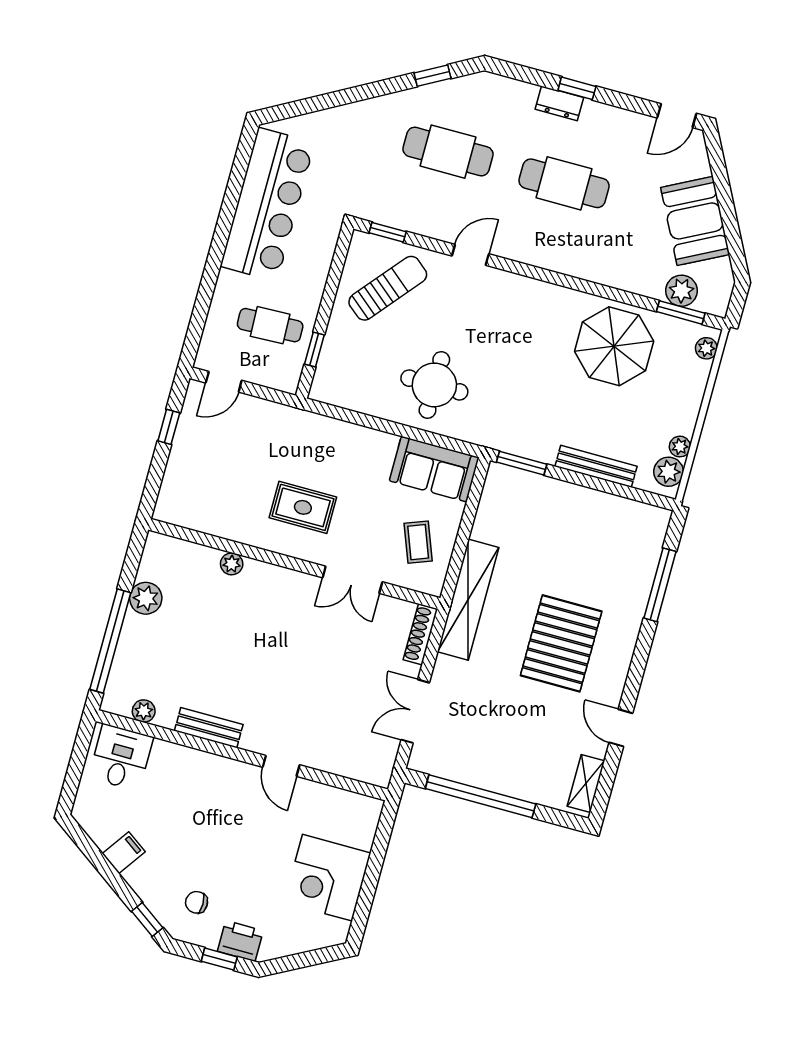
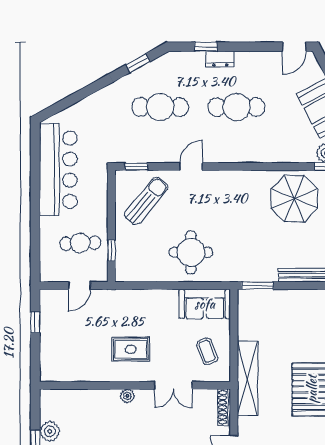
window: (577, 88) -> (206, 47), moved
door: (224, 382) -> (79, 286), moved
plant: (232, 564) -> (127, 396), moved

